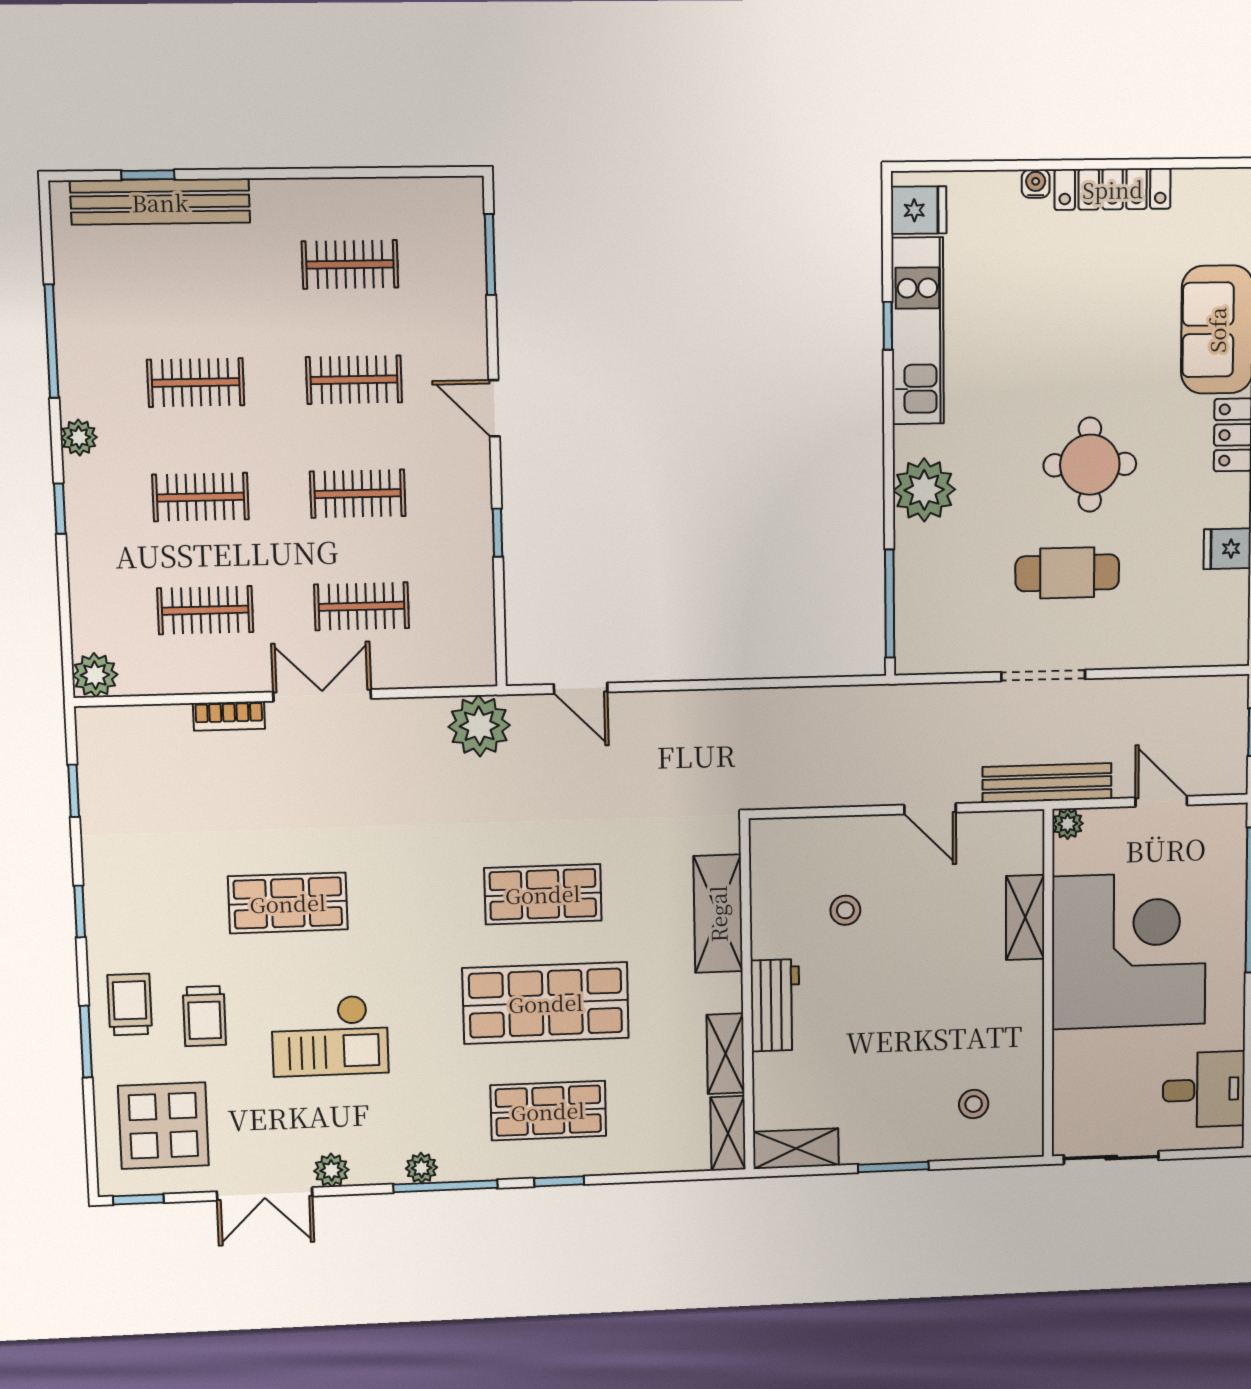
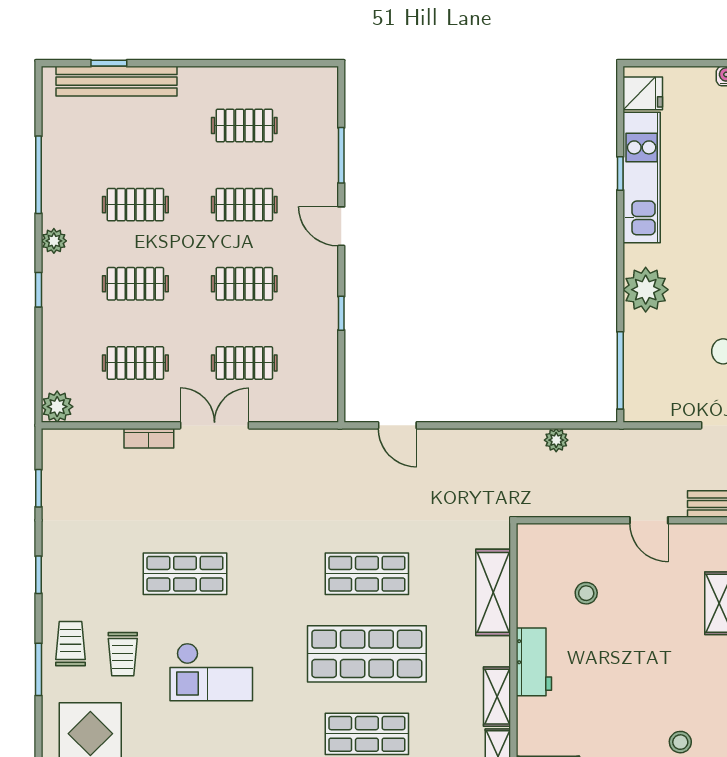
window: (490, 255) -> (341, 155), moved
plant: (479, 726) -> (556, 440), moved, width x0.53, depth x0.53

